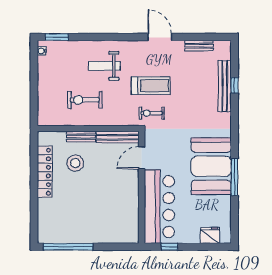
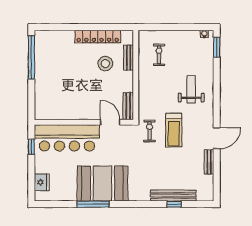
bench: (199, 46) -> (209, 162), moved
exercise bike: (85, 100) -> (159, 55), moved, width x0.73, depth x0.72
bench: (81, 137) -> (129, 58), moved
bench: (118, 137) -> (128, 106), width x0.73

